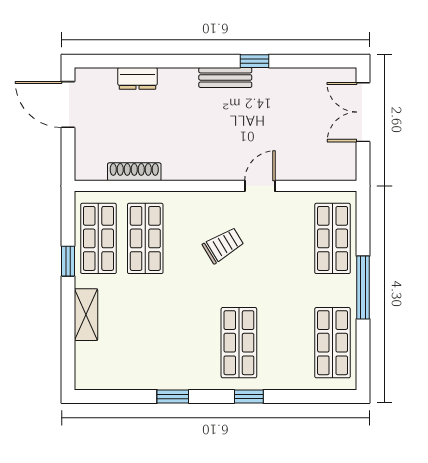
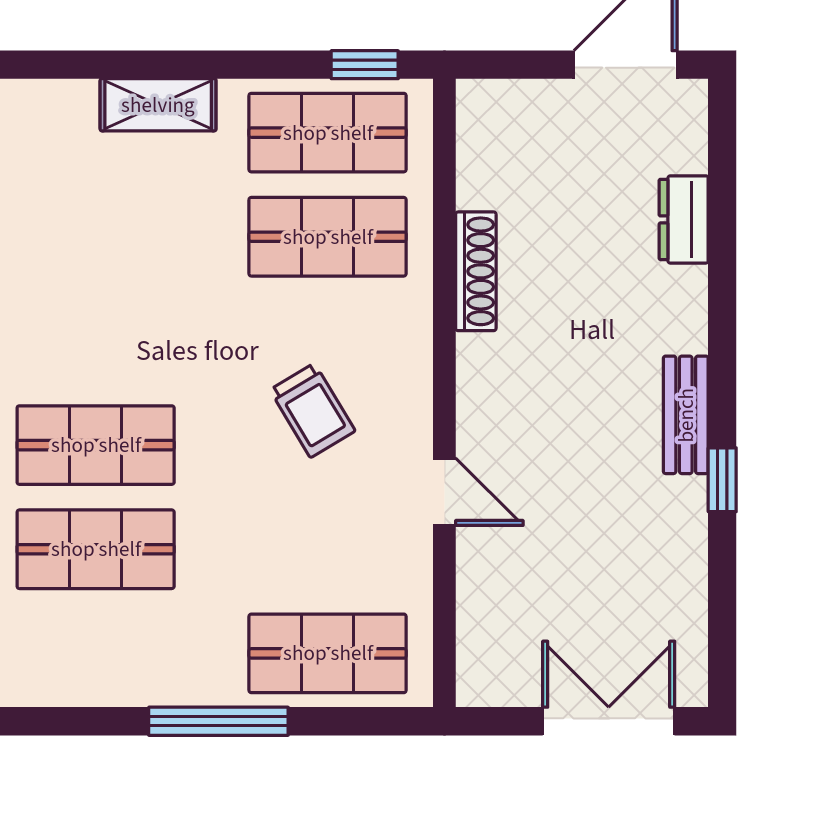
shoe rack: (134, 172) -> (476, 271), moved
window: (68, 261) -> (365, 65), moved
shop shelf: (333, 343) -> (96, 549), moved

